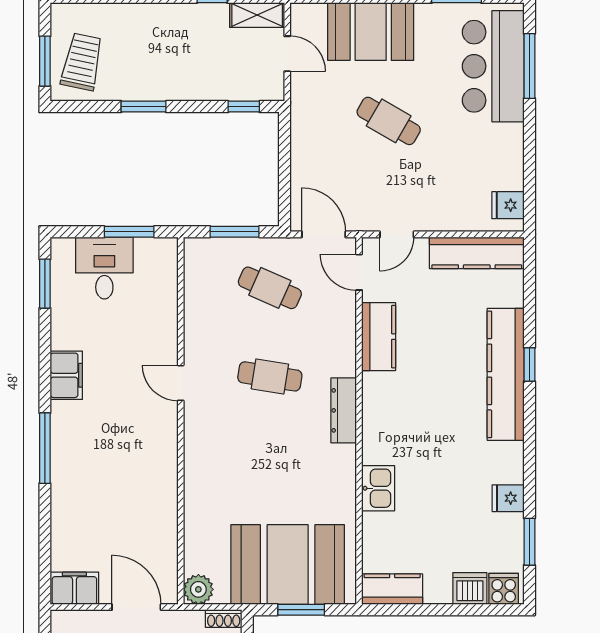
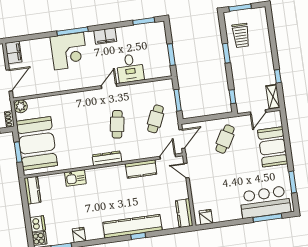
trolley: (82, 62) -> (241, 35), moved, turned 78
cafe table: (389, 121) -> (225, 139), moved
kitchen counter: (477, 253) -> (184, 213), width x0.67
desk: (104, 268) -> (130, 68), moved, turned 90
corner desk: (89, 462) -> (69, 51), added

